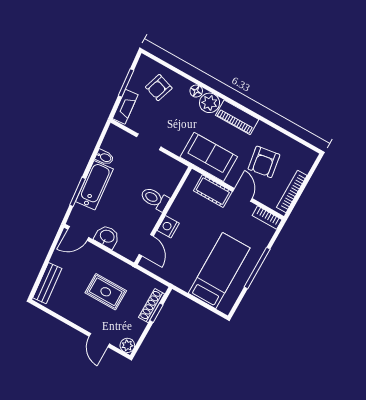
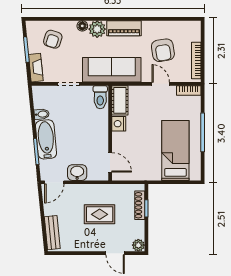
sofa: (209, 157) -> (112, 70), width x1.36
cot: (213, 191) -> (120, 100), moved, turned 90
toilet: (155, 199) -> (100, 97), moved, turned -90
nightstand: (168, 227) -> (119, 124), moved

